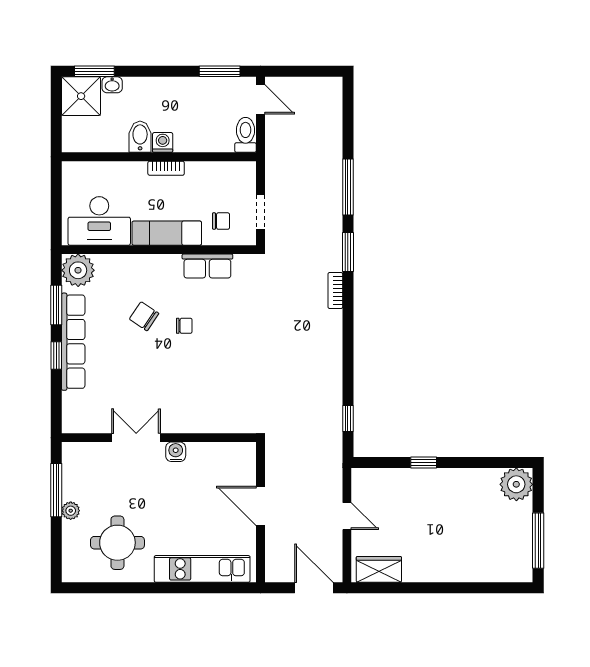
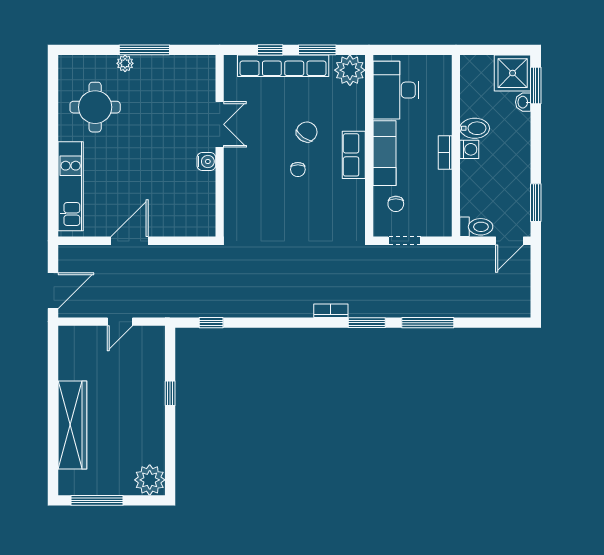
row of seats: (207, 266) -> (354, 155), moved
double door: (136, 438) -> (220, 124), moved
wall: (159, 438) -> (220, 146), moved
water cooler: (176, 452) -> (206, 161), moved
wardrobe: (379, 569) -> (72, 425), moved, width x2.10, depth x1.17

